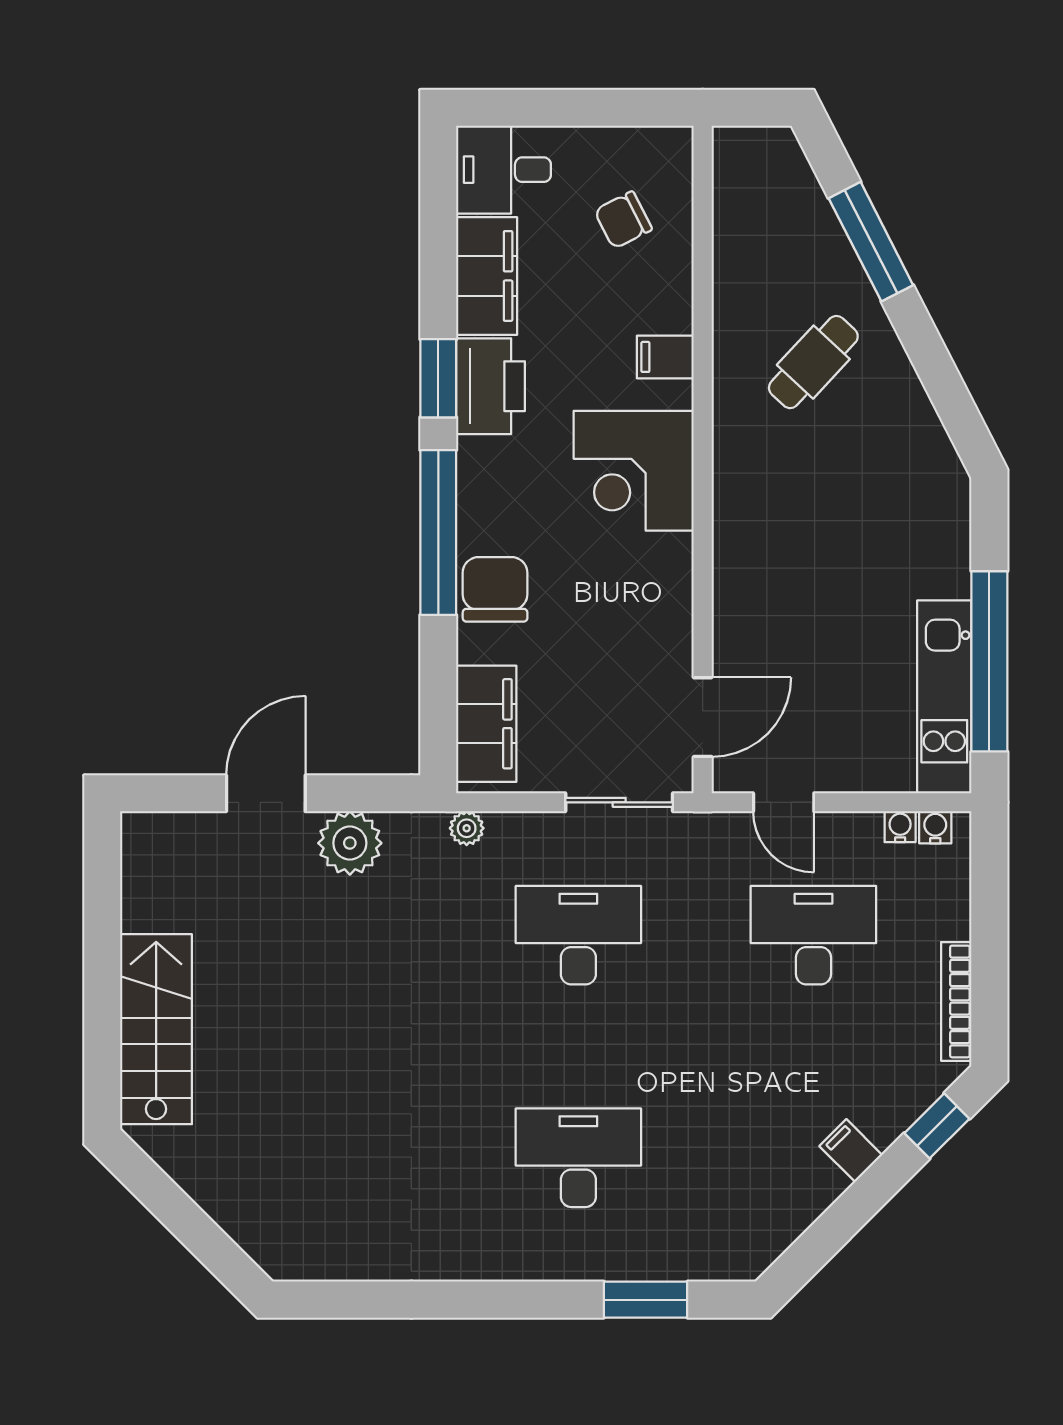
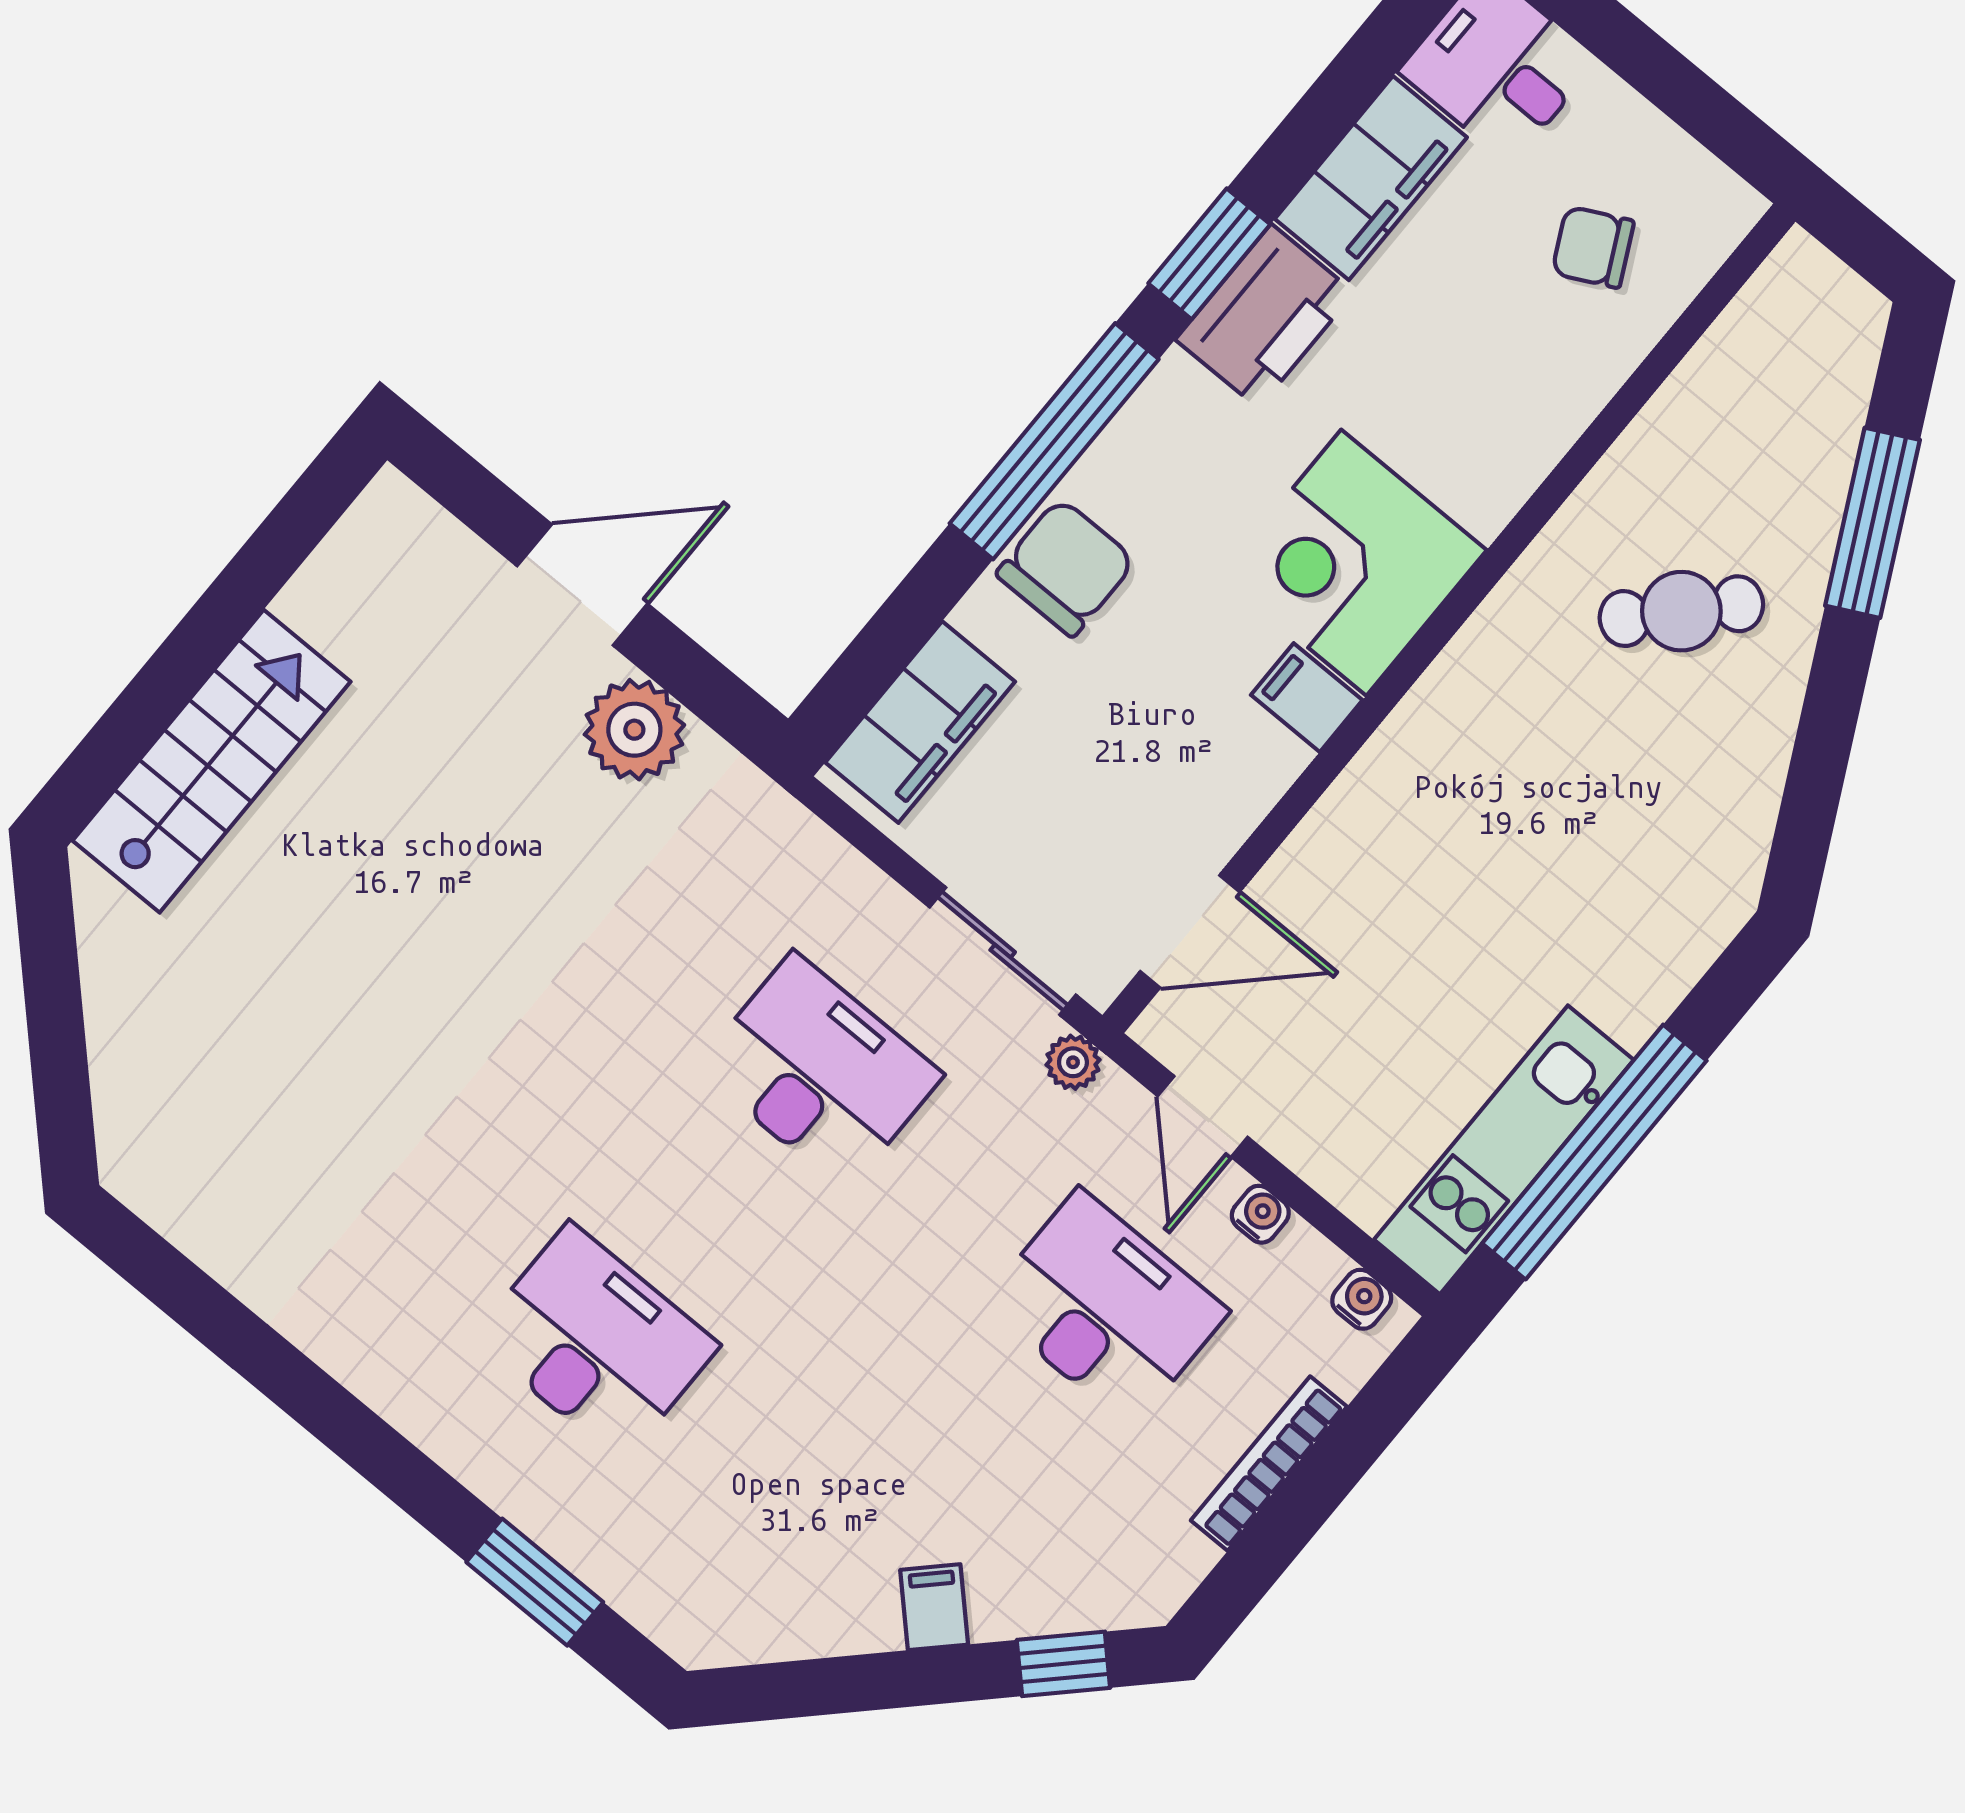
filing cabinet: (665, 357) -> (1307, 698), moved
water cooler: (900, 827) -> (1260, 1214), moved
plant: (467, 828) -> (1073, 1062), moved
bookcase: (956, 1001) -> (1269, 1464), moved

